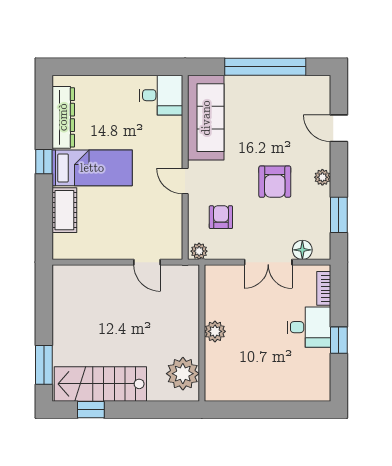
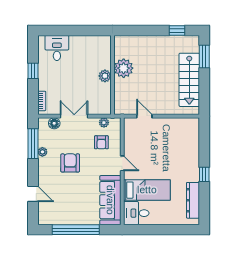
bed: (92, 168) -> (147, 190), moved, turned 180
plant: (322, 177) -> (42, 152), moved
cot: (64, 210) -> (192, 146), removed
window: (339, 215) -> (33, 144), width x1.44
plant: (199, 251) -> (104, 123), moved
desk: (309, 327) -> (57, 48), moved, turned 90
plant: (183, 374) -> (124, 68), moved
stairs: (100, 384) -> (189, 80), moved, turned 90

